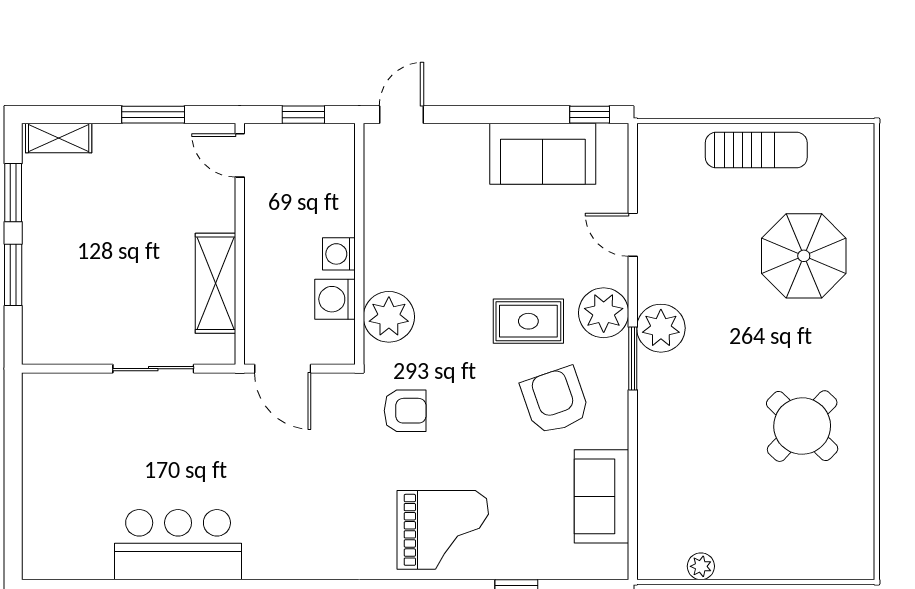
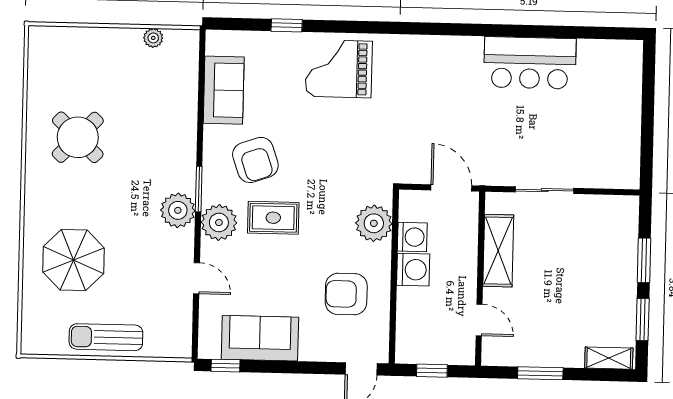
door: (240, 155) -> (479, 320), moved
washing machine: (339, 254) -> (413, 270), width x1.38, depth x1.38
armchair: (405, 411) -> (346, 294), moved, width x1.38, depth x1.38

